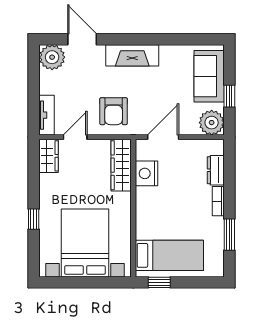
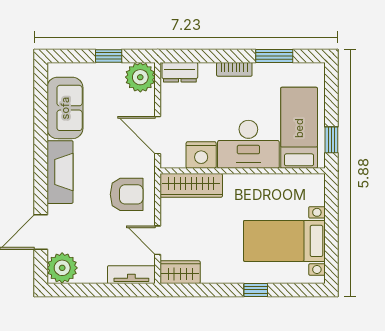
sofa: (209, 76) -> (65, 108), moved, turned -90
dresser: (216, 170) -> (180, 72), moved
desk: (155, 213) -> (248, 144), added
bed with nightstands: (85, 243) -> (284, 241), width x0.73

